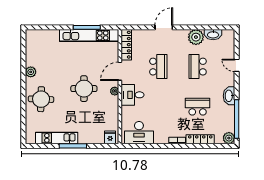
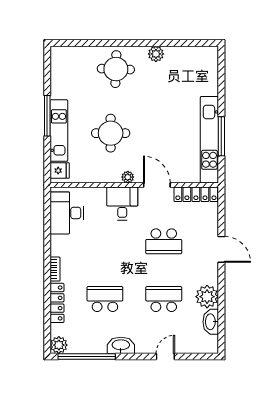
round table: (84, 89) -> (111, 133), moved
school desk: (198, 107) -> (105, 299), turned -90
kitchen unit: (57, 138) -> (59, 131), moved

